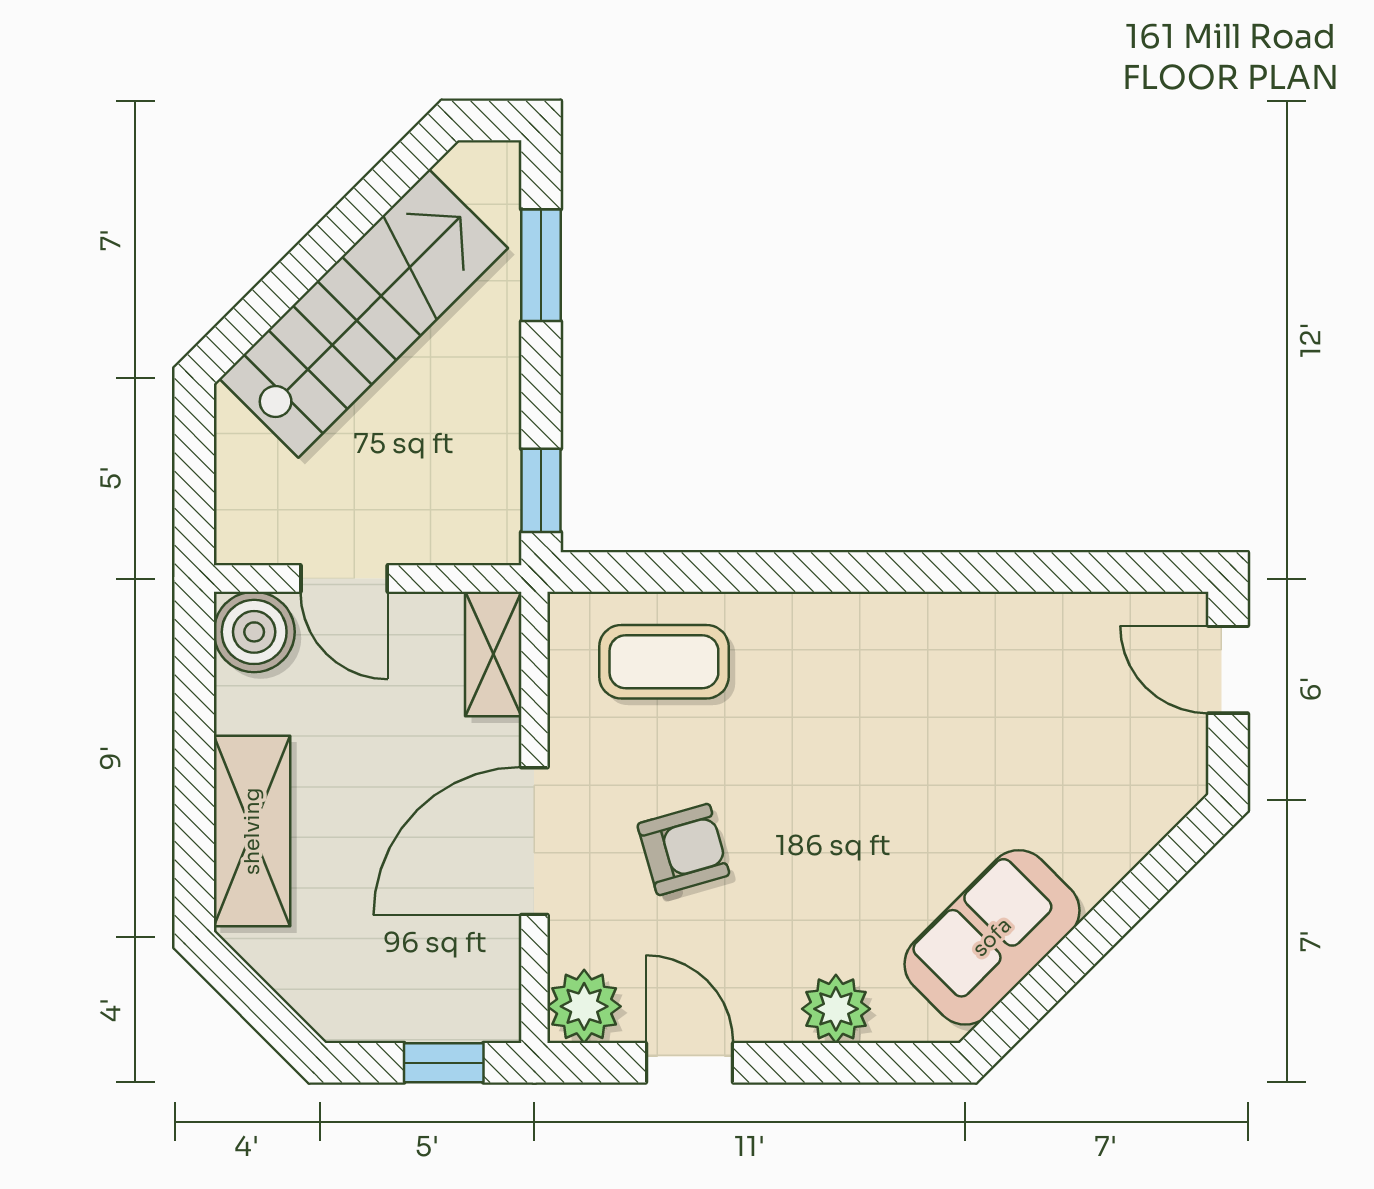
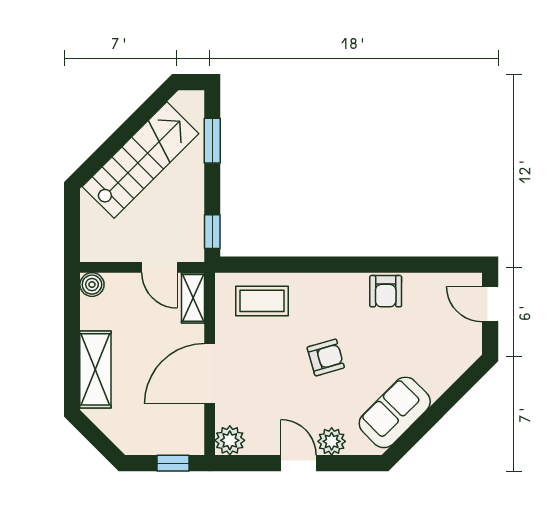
door: (344, 579) -> (159, 267), moved
boiler: (254, 632) -> (92, 285), width x0.73, depth x0.73
armchair: (970, 638) -> (386, 291), added
armchair: (683, 849) -> (326, 357), moved
door: (689, 1063) -> (298, 463), moved

